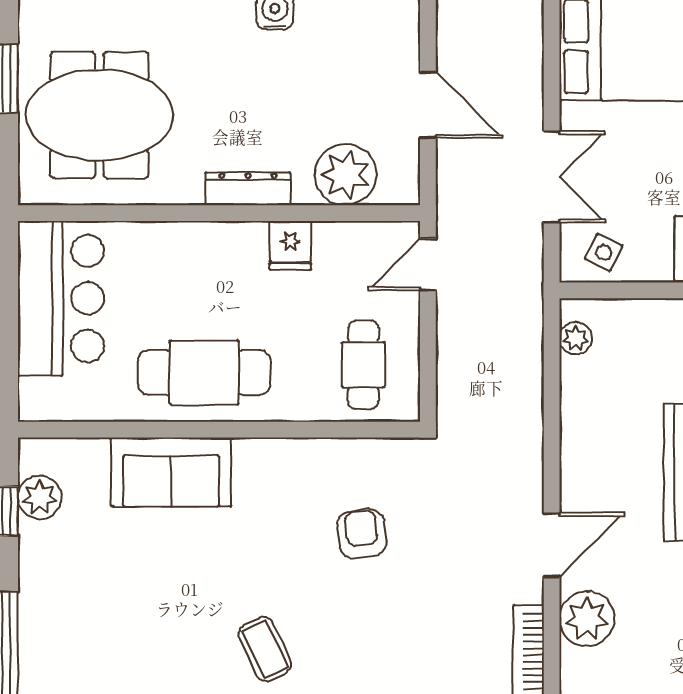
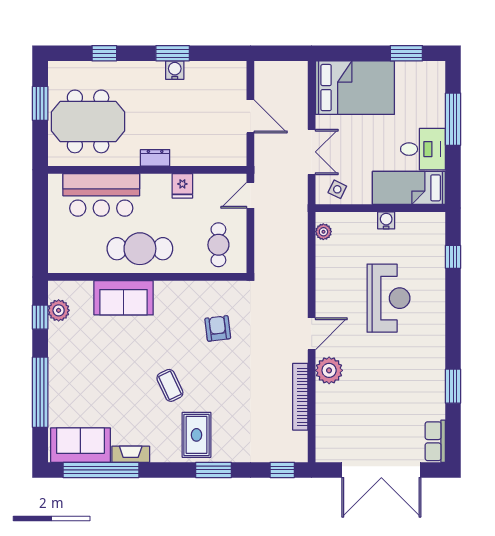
plant: (346, 175) -> (210, 151), removed
dresser: (248, 189) -> (155, 158), width x0.70
bar counter: (61, 298) -> (101, 195), moved, turned 90

